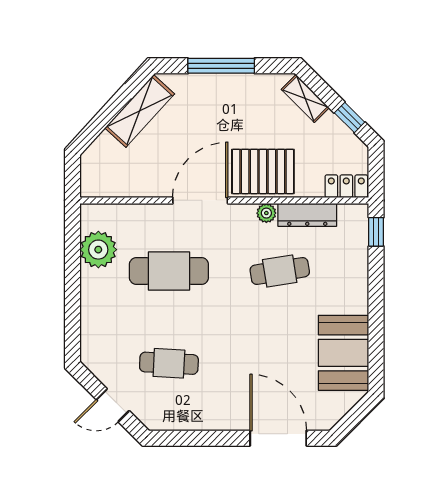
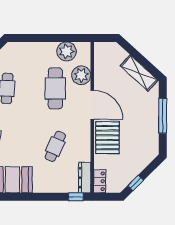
shelving: (305, 99) -> (146, 160), removed
plant: (266, 213) -> (81, 75), moved, width x1.87, depth x1.87
dresser: (307, 215) -> (85, 178), moved
cafe table: (280, 271) -> (55, 146), turned 33

